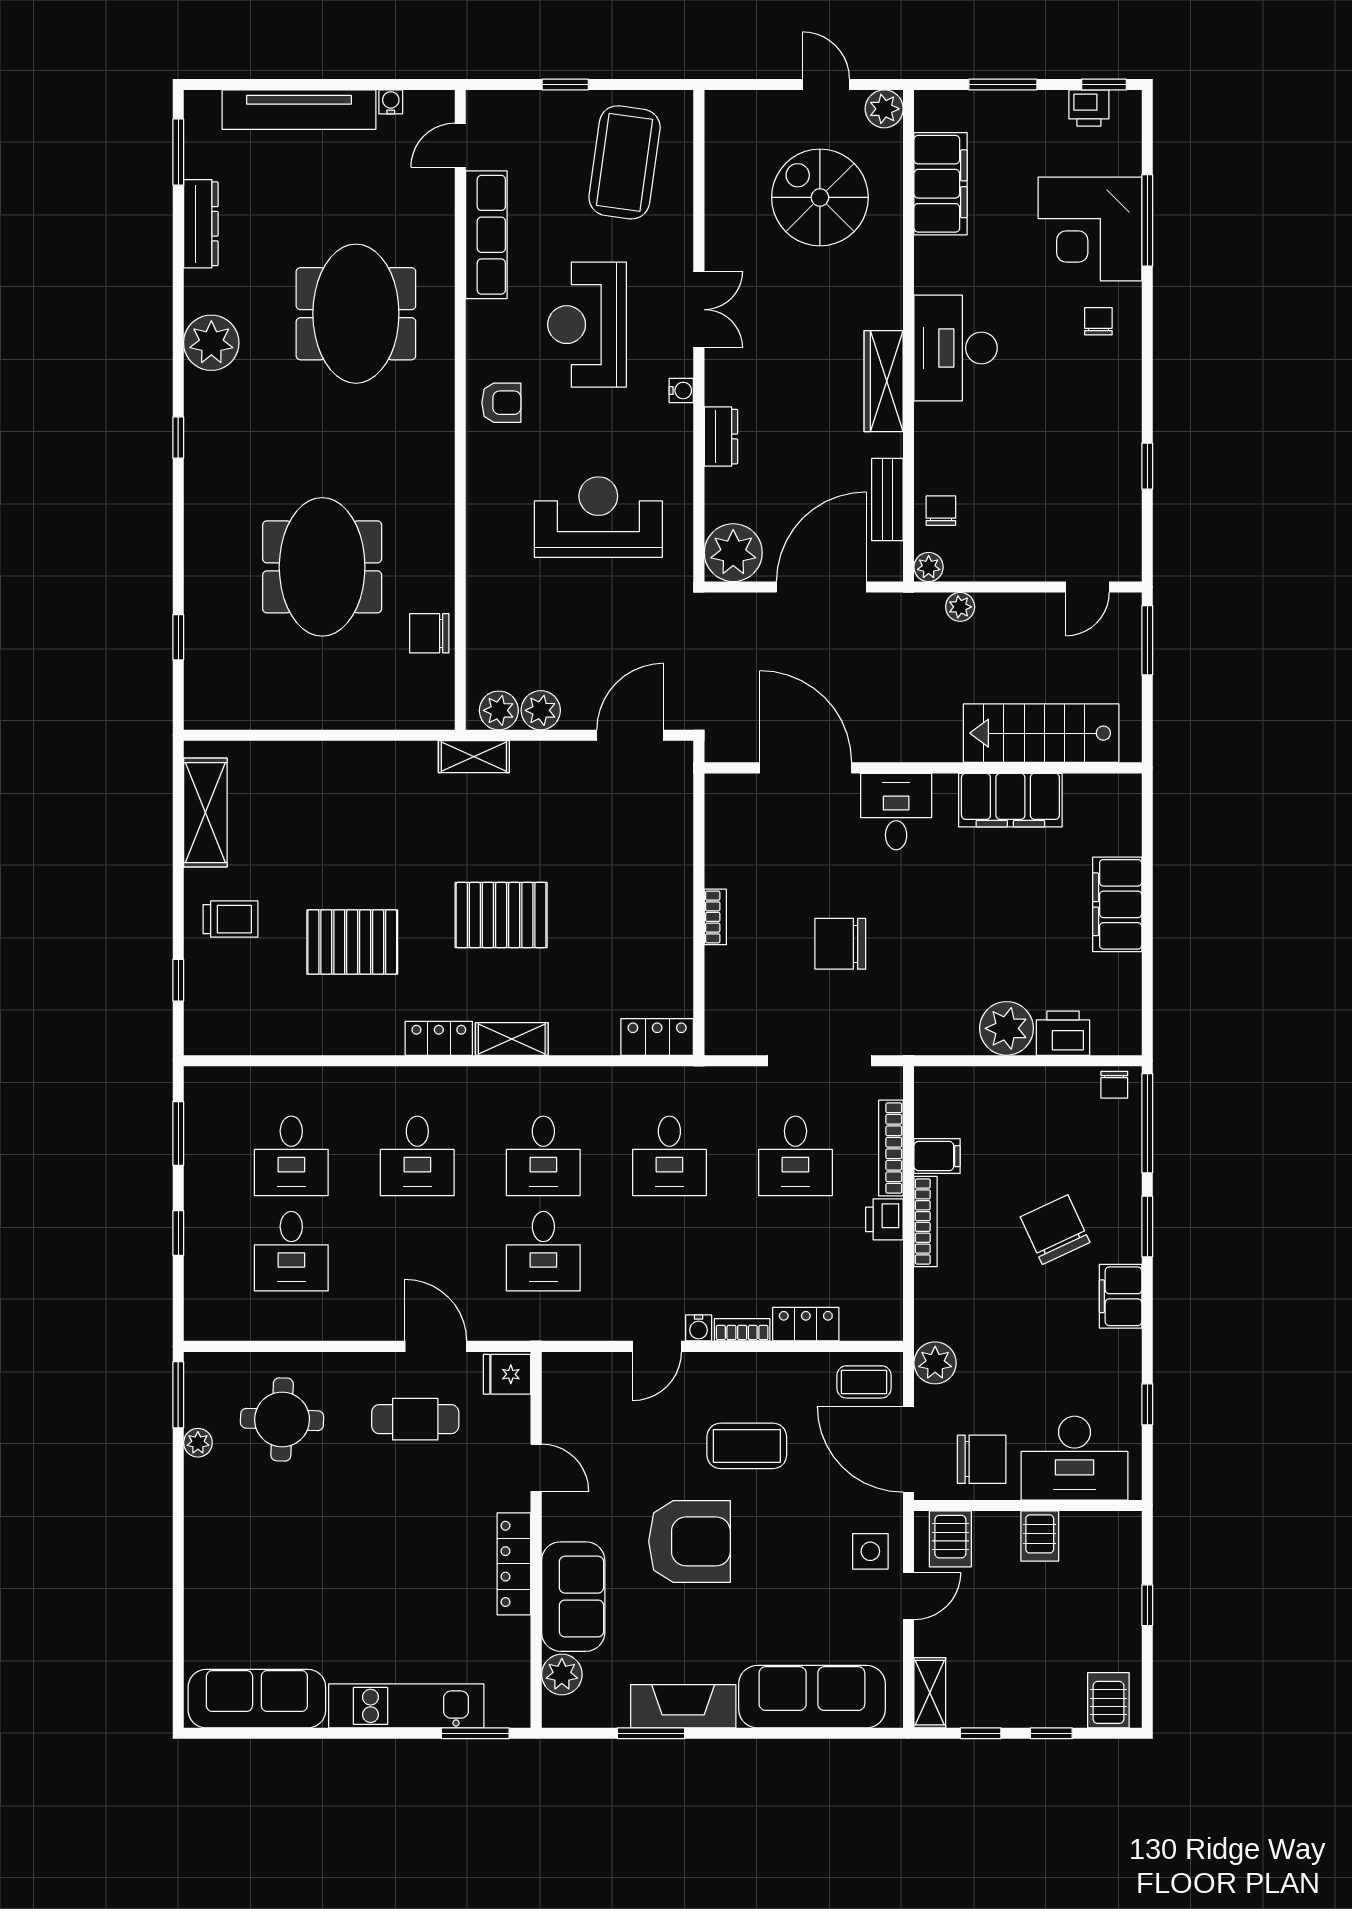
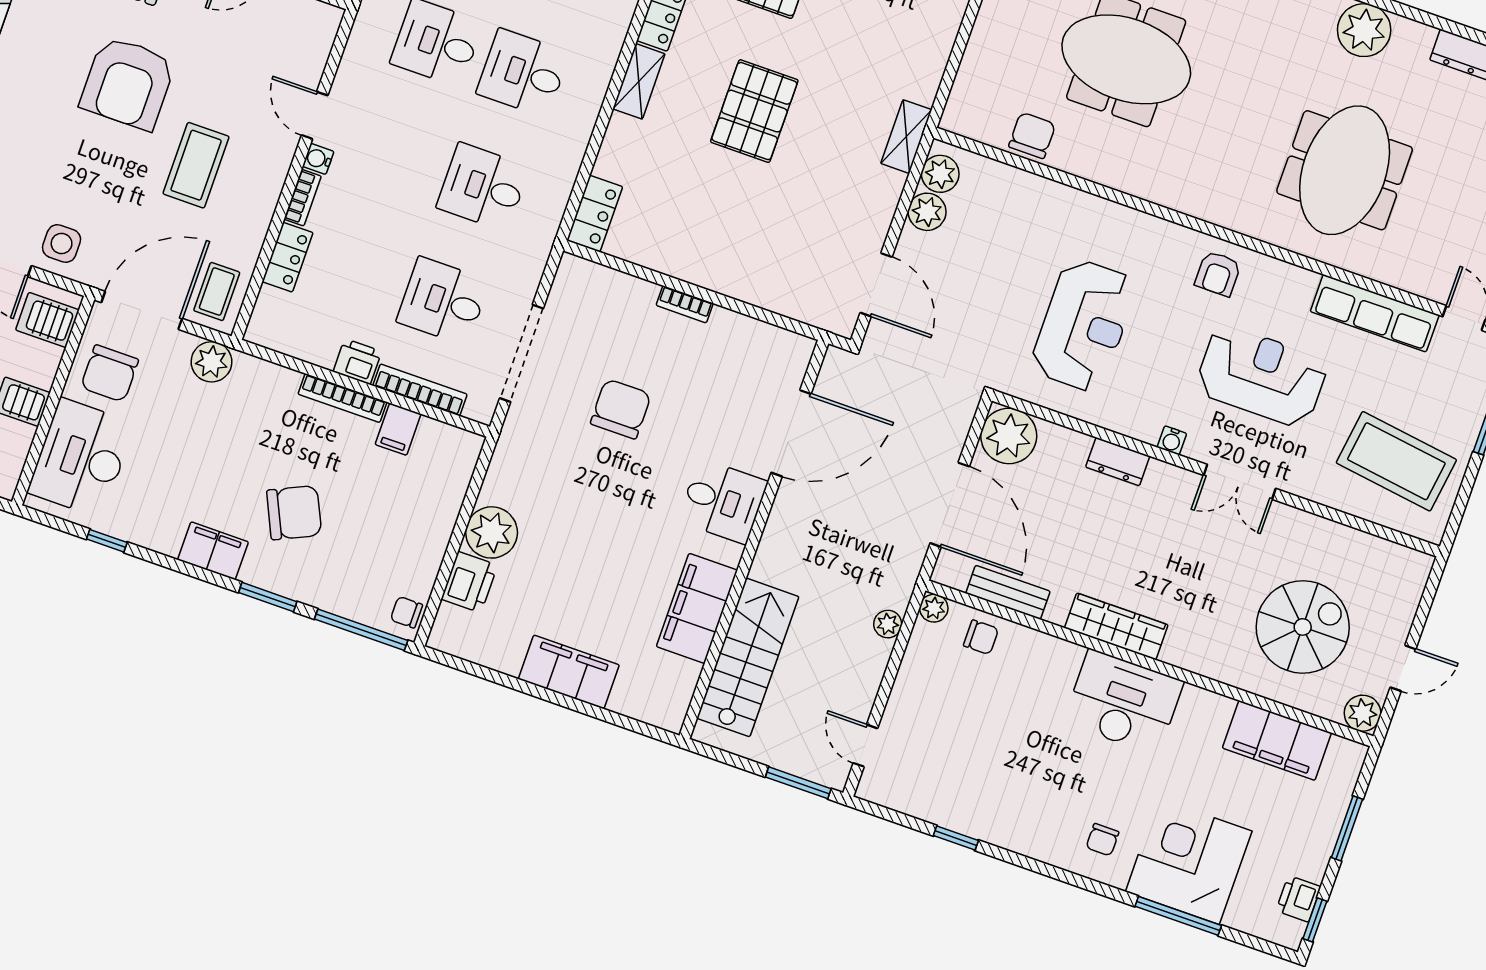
meeting table: (356, 314) -> (1345, 170), turned 90
chair: (1098, 321) -> (1102, 840), turned 90

